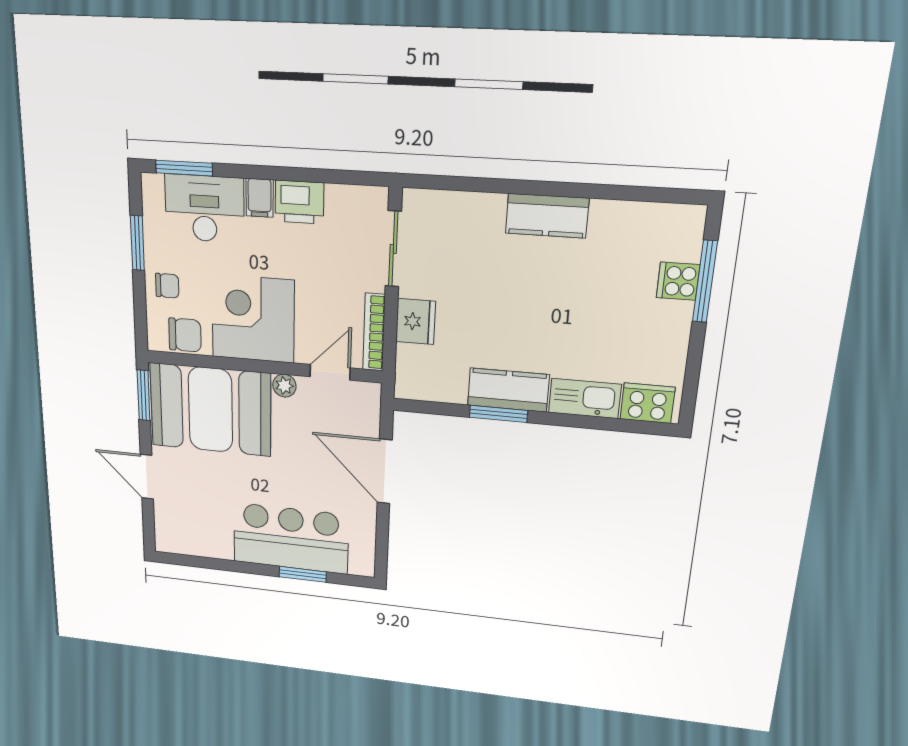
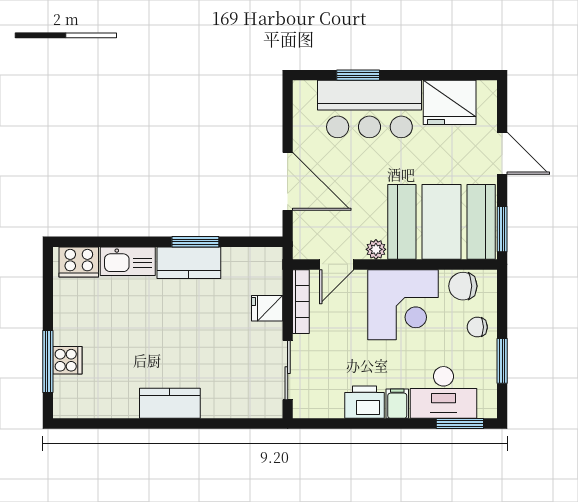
fridge: (416, 321) -> (267, 308), width x0.72
fridge: (204, 535) -> (450, 102), added

